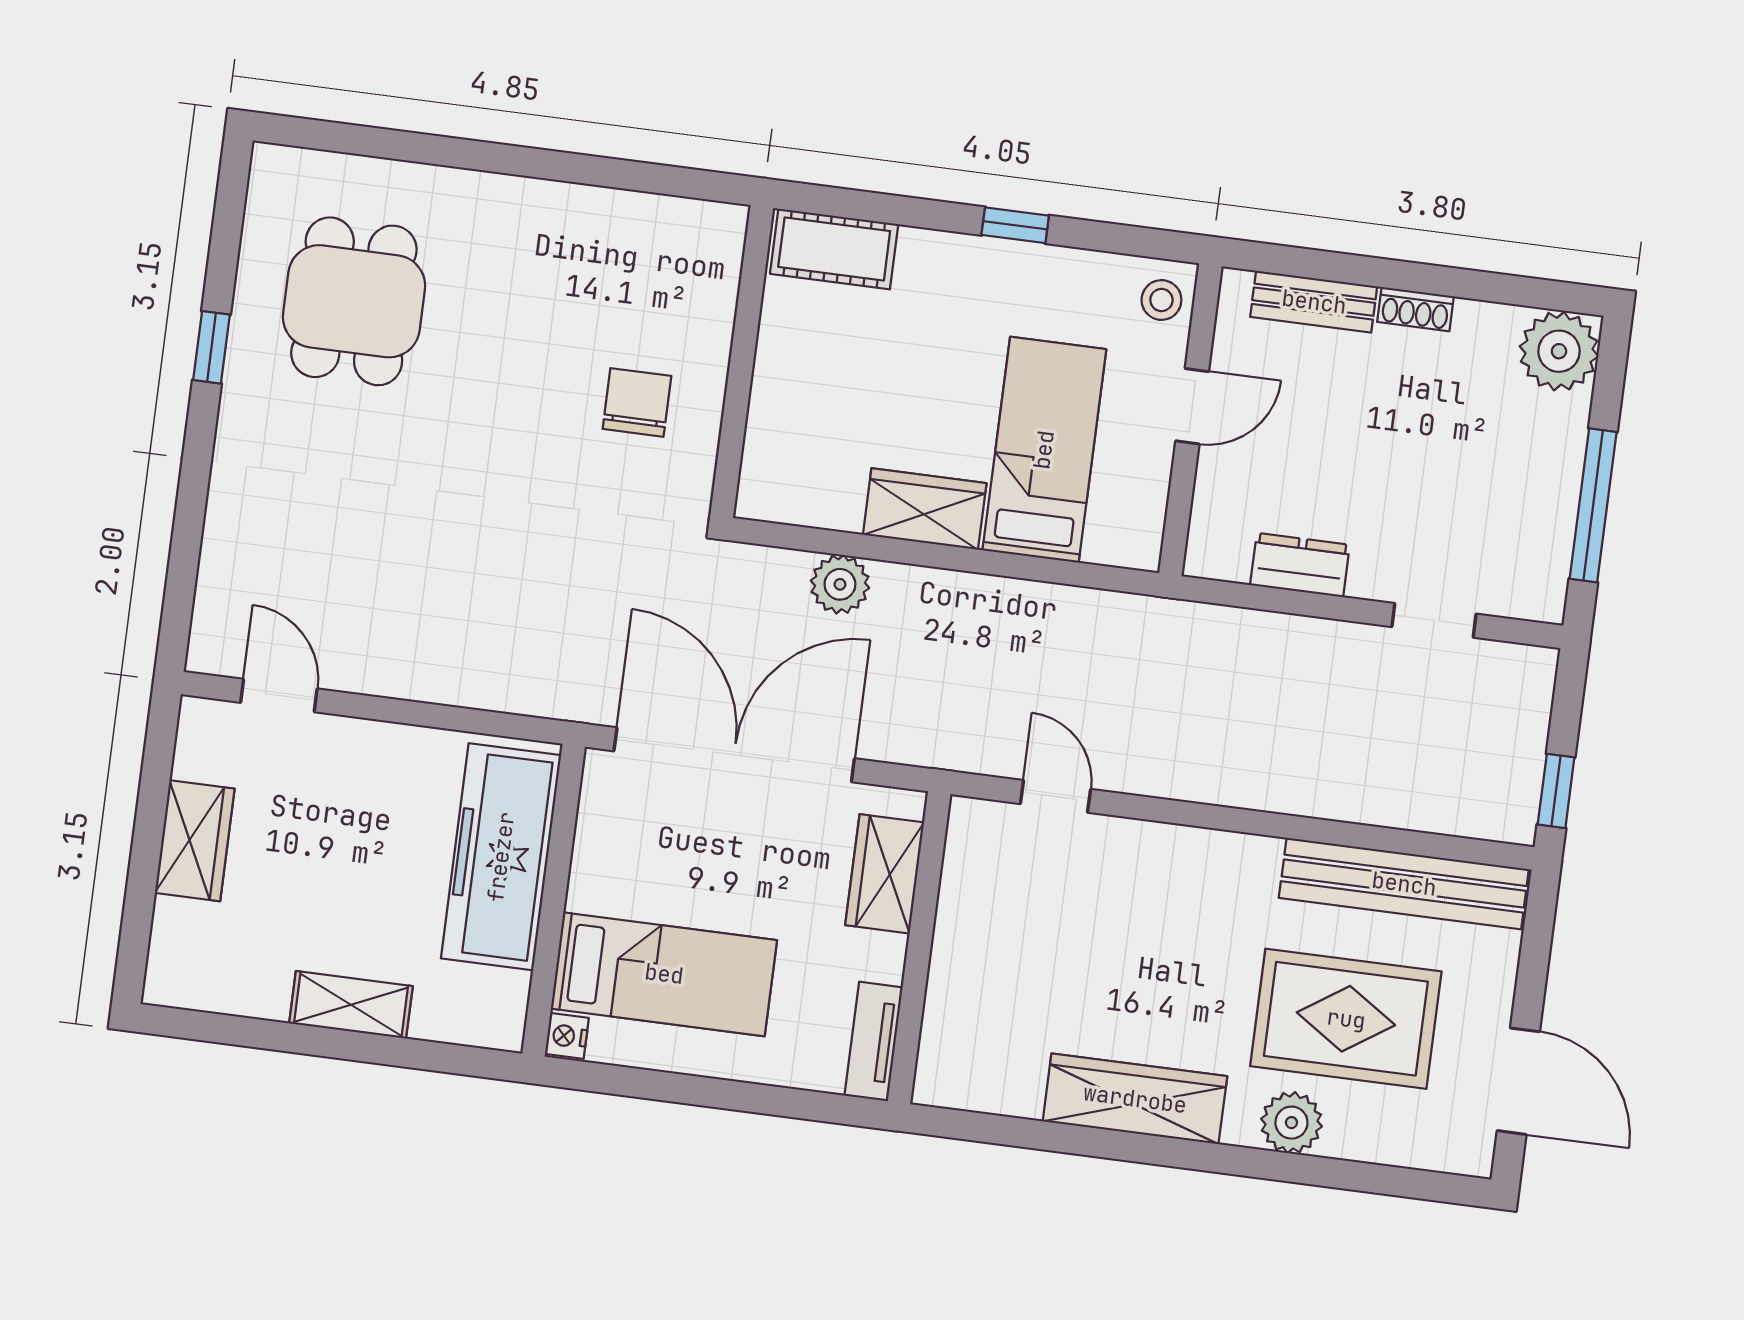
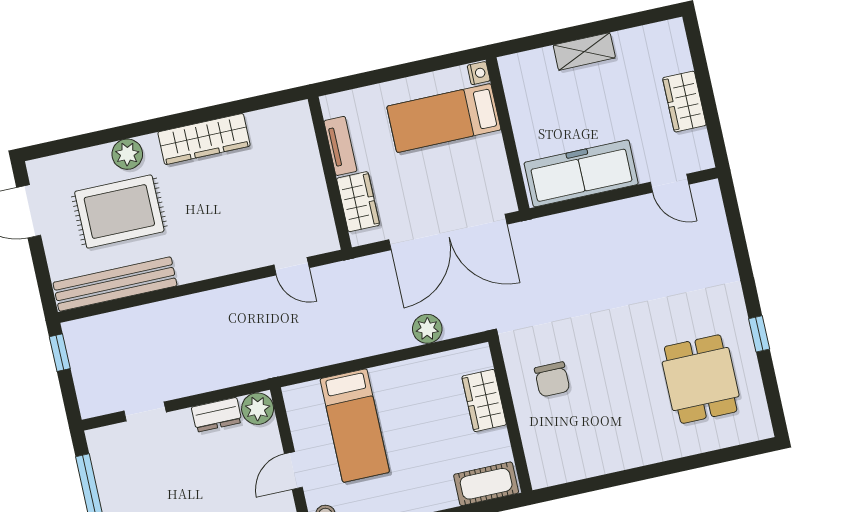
wardrobe: (925, 509) -> (484, 401), moved, turned 90
plant: (1218, 549) -> (258, 409), added
freezer: (501, 857) -> (581, 173), moved, turned -90
tv unit: (874, 1041) -> (340, 146), moved

